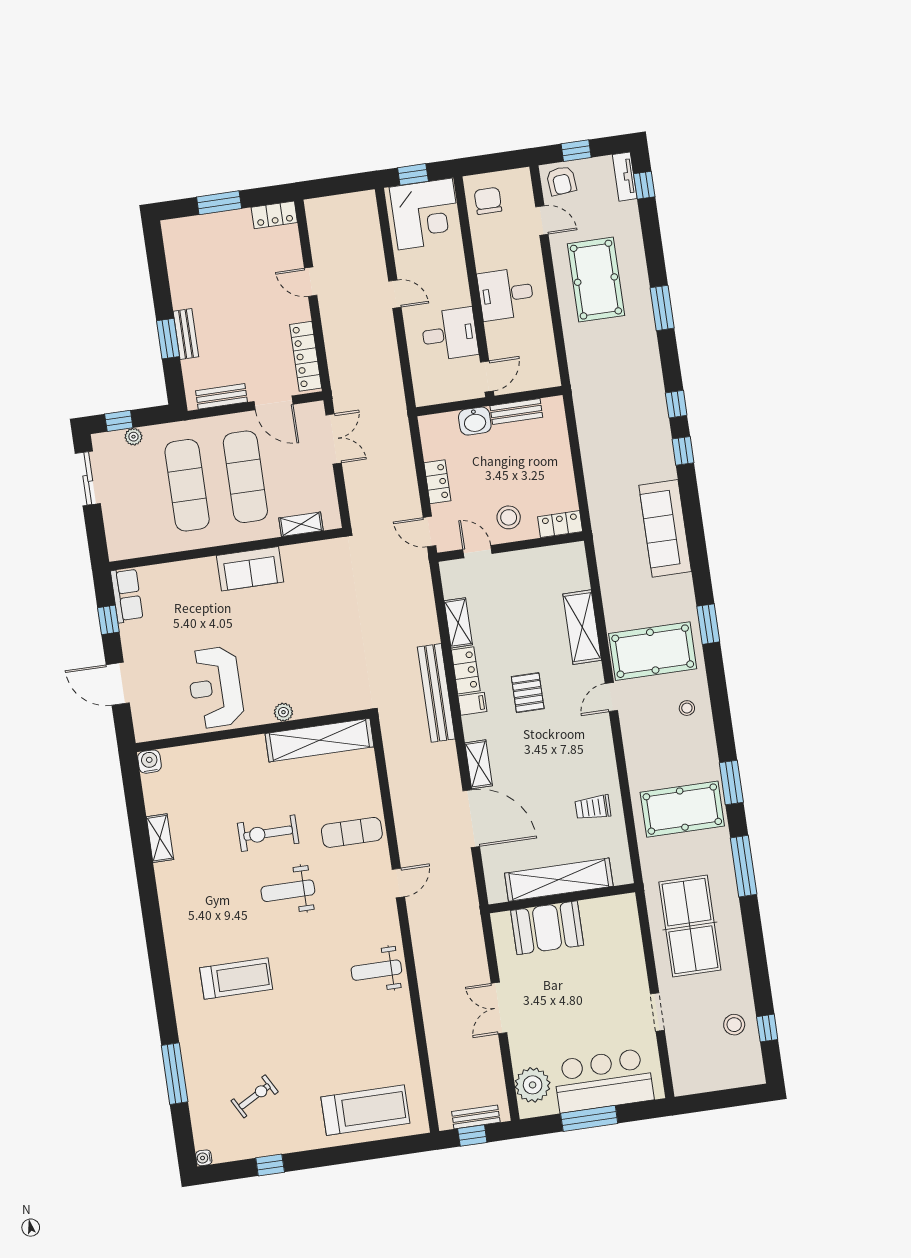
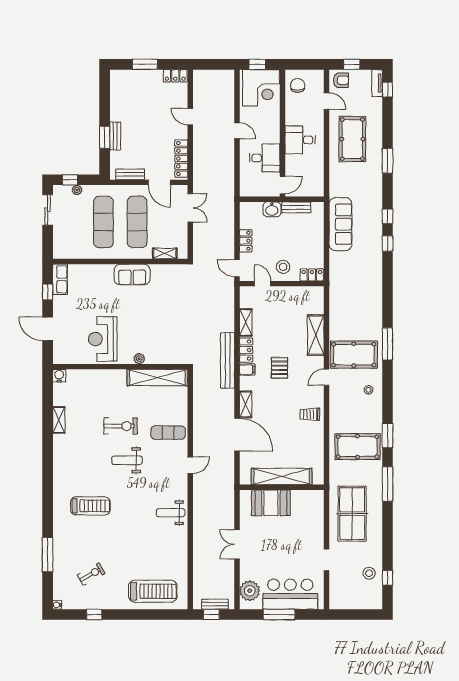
armchair: (561, 181) -> (341, 80), turned -85
sofa: (665, 528) -> (340, 224), moved, turned 180
window: (708, 624) -> (388, 344), width x1.44
trolley: (593, 808) -> (310, 414), moved
exercise bike: (268, 833) -> (121, 426), turned 180

